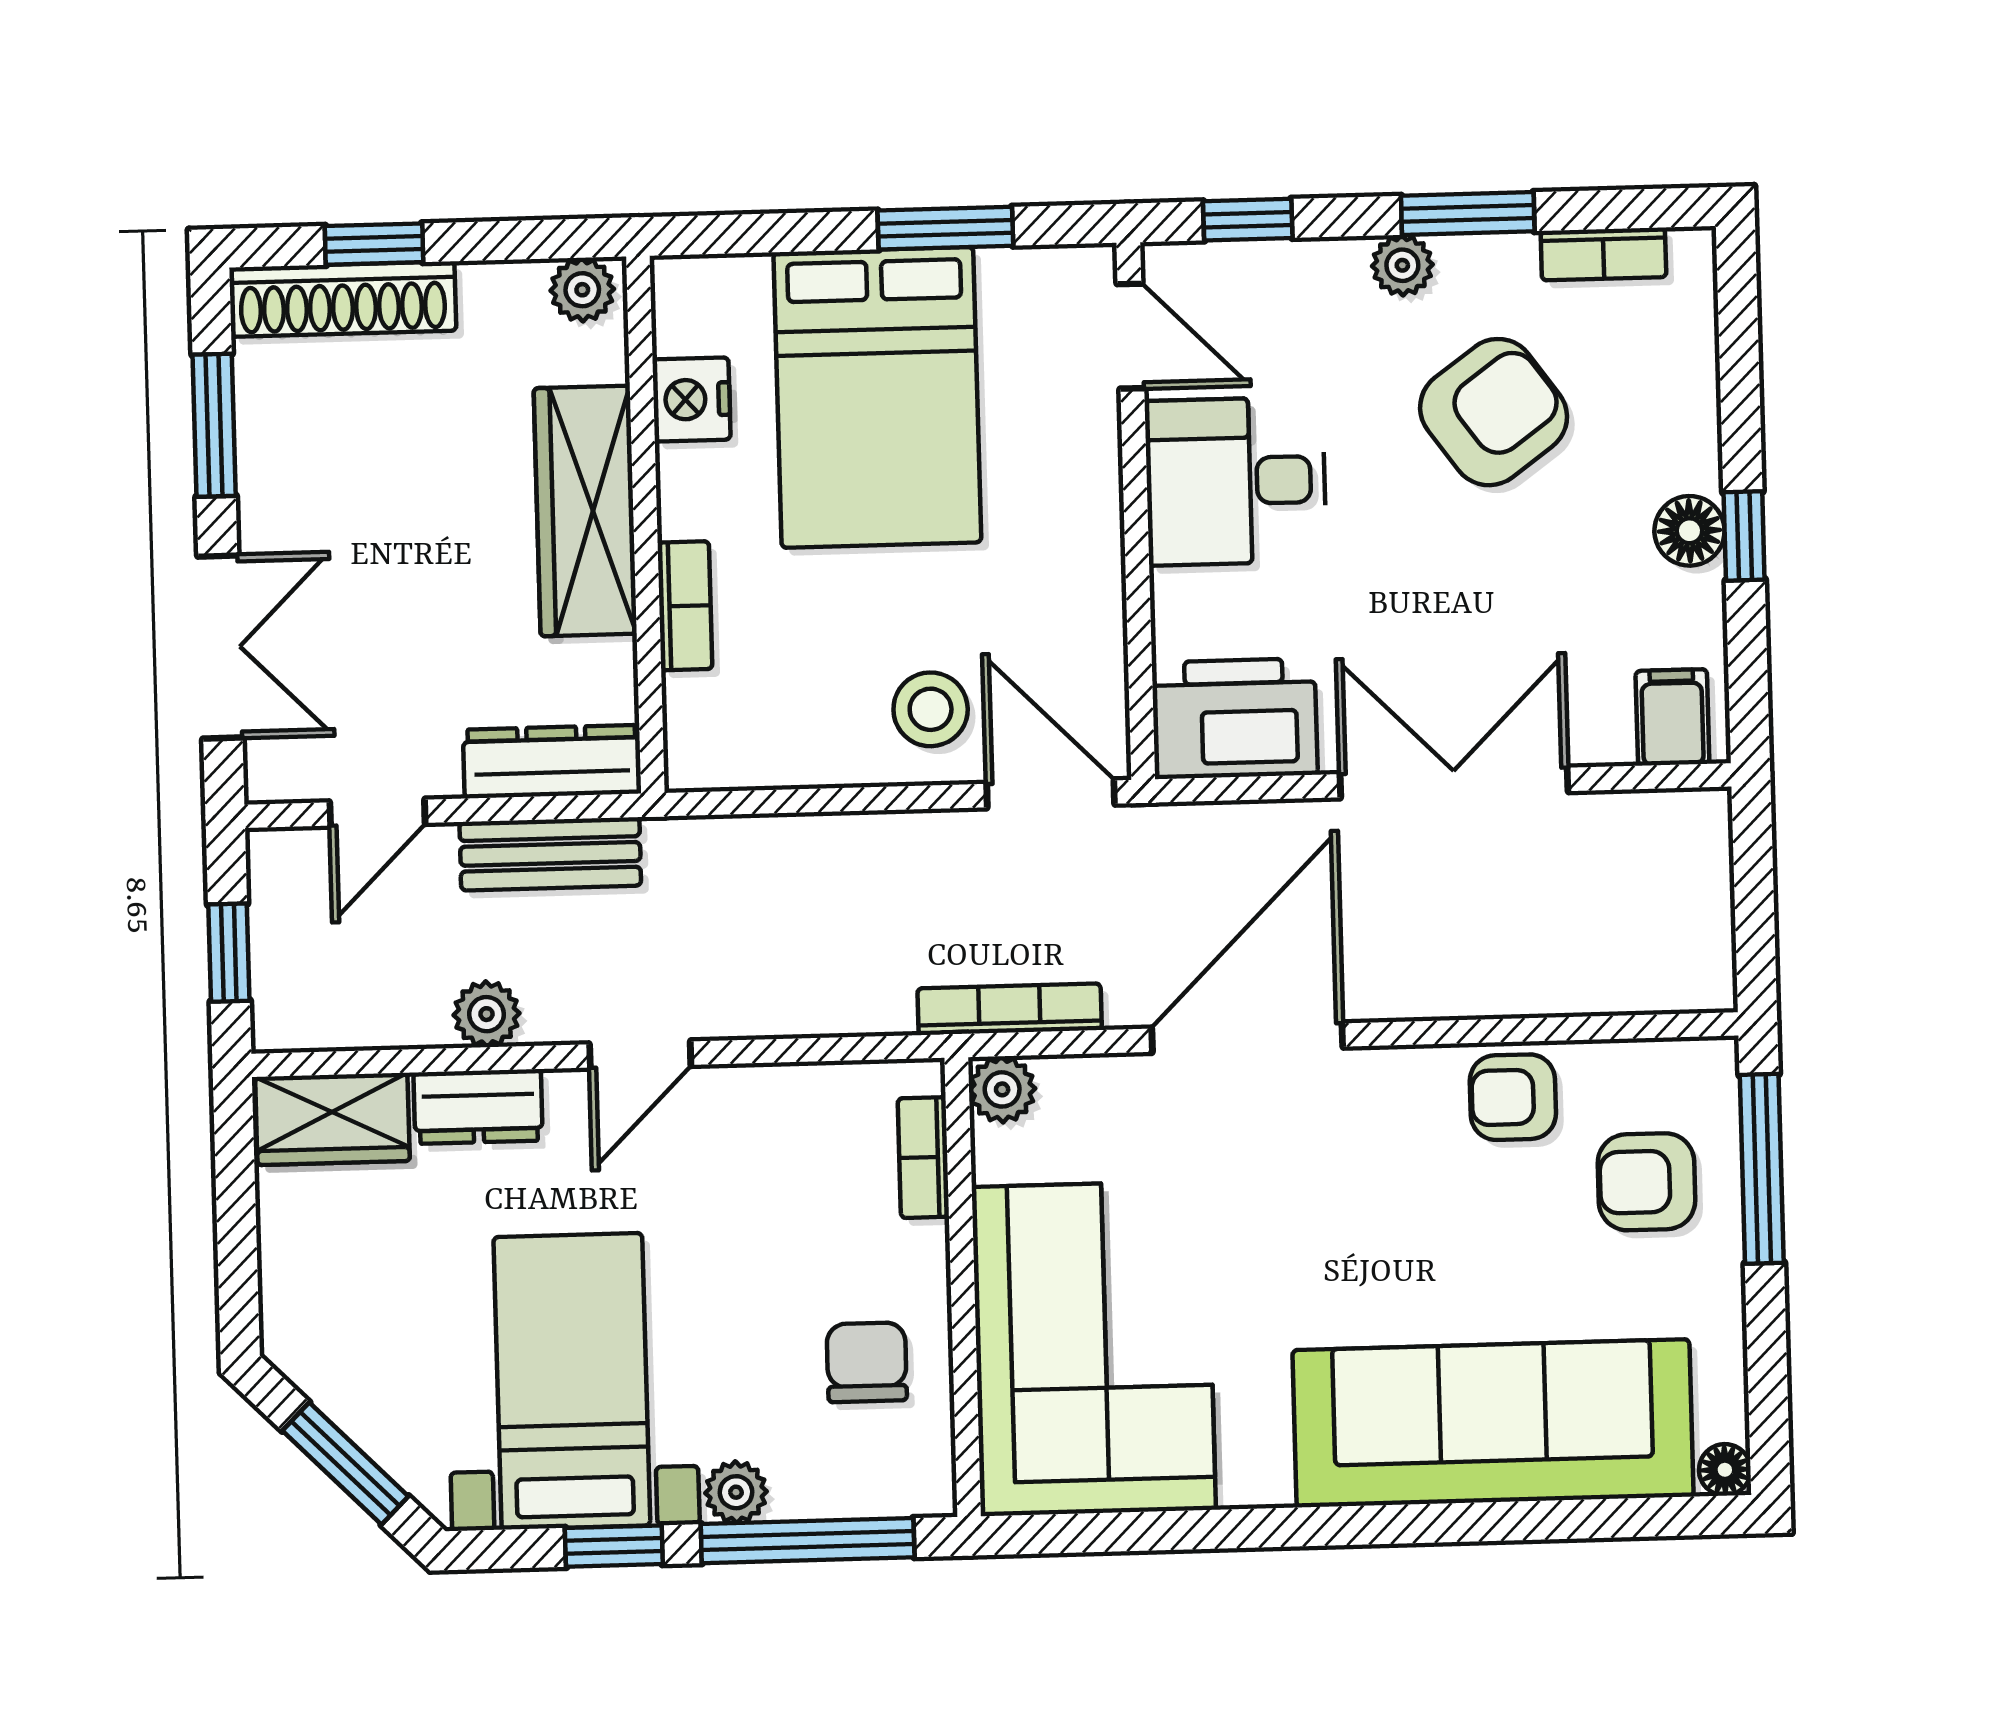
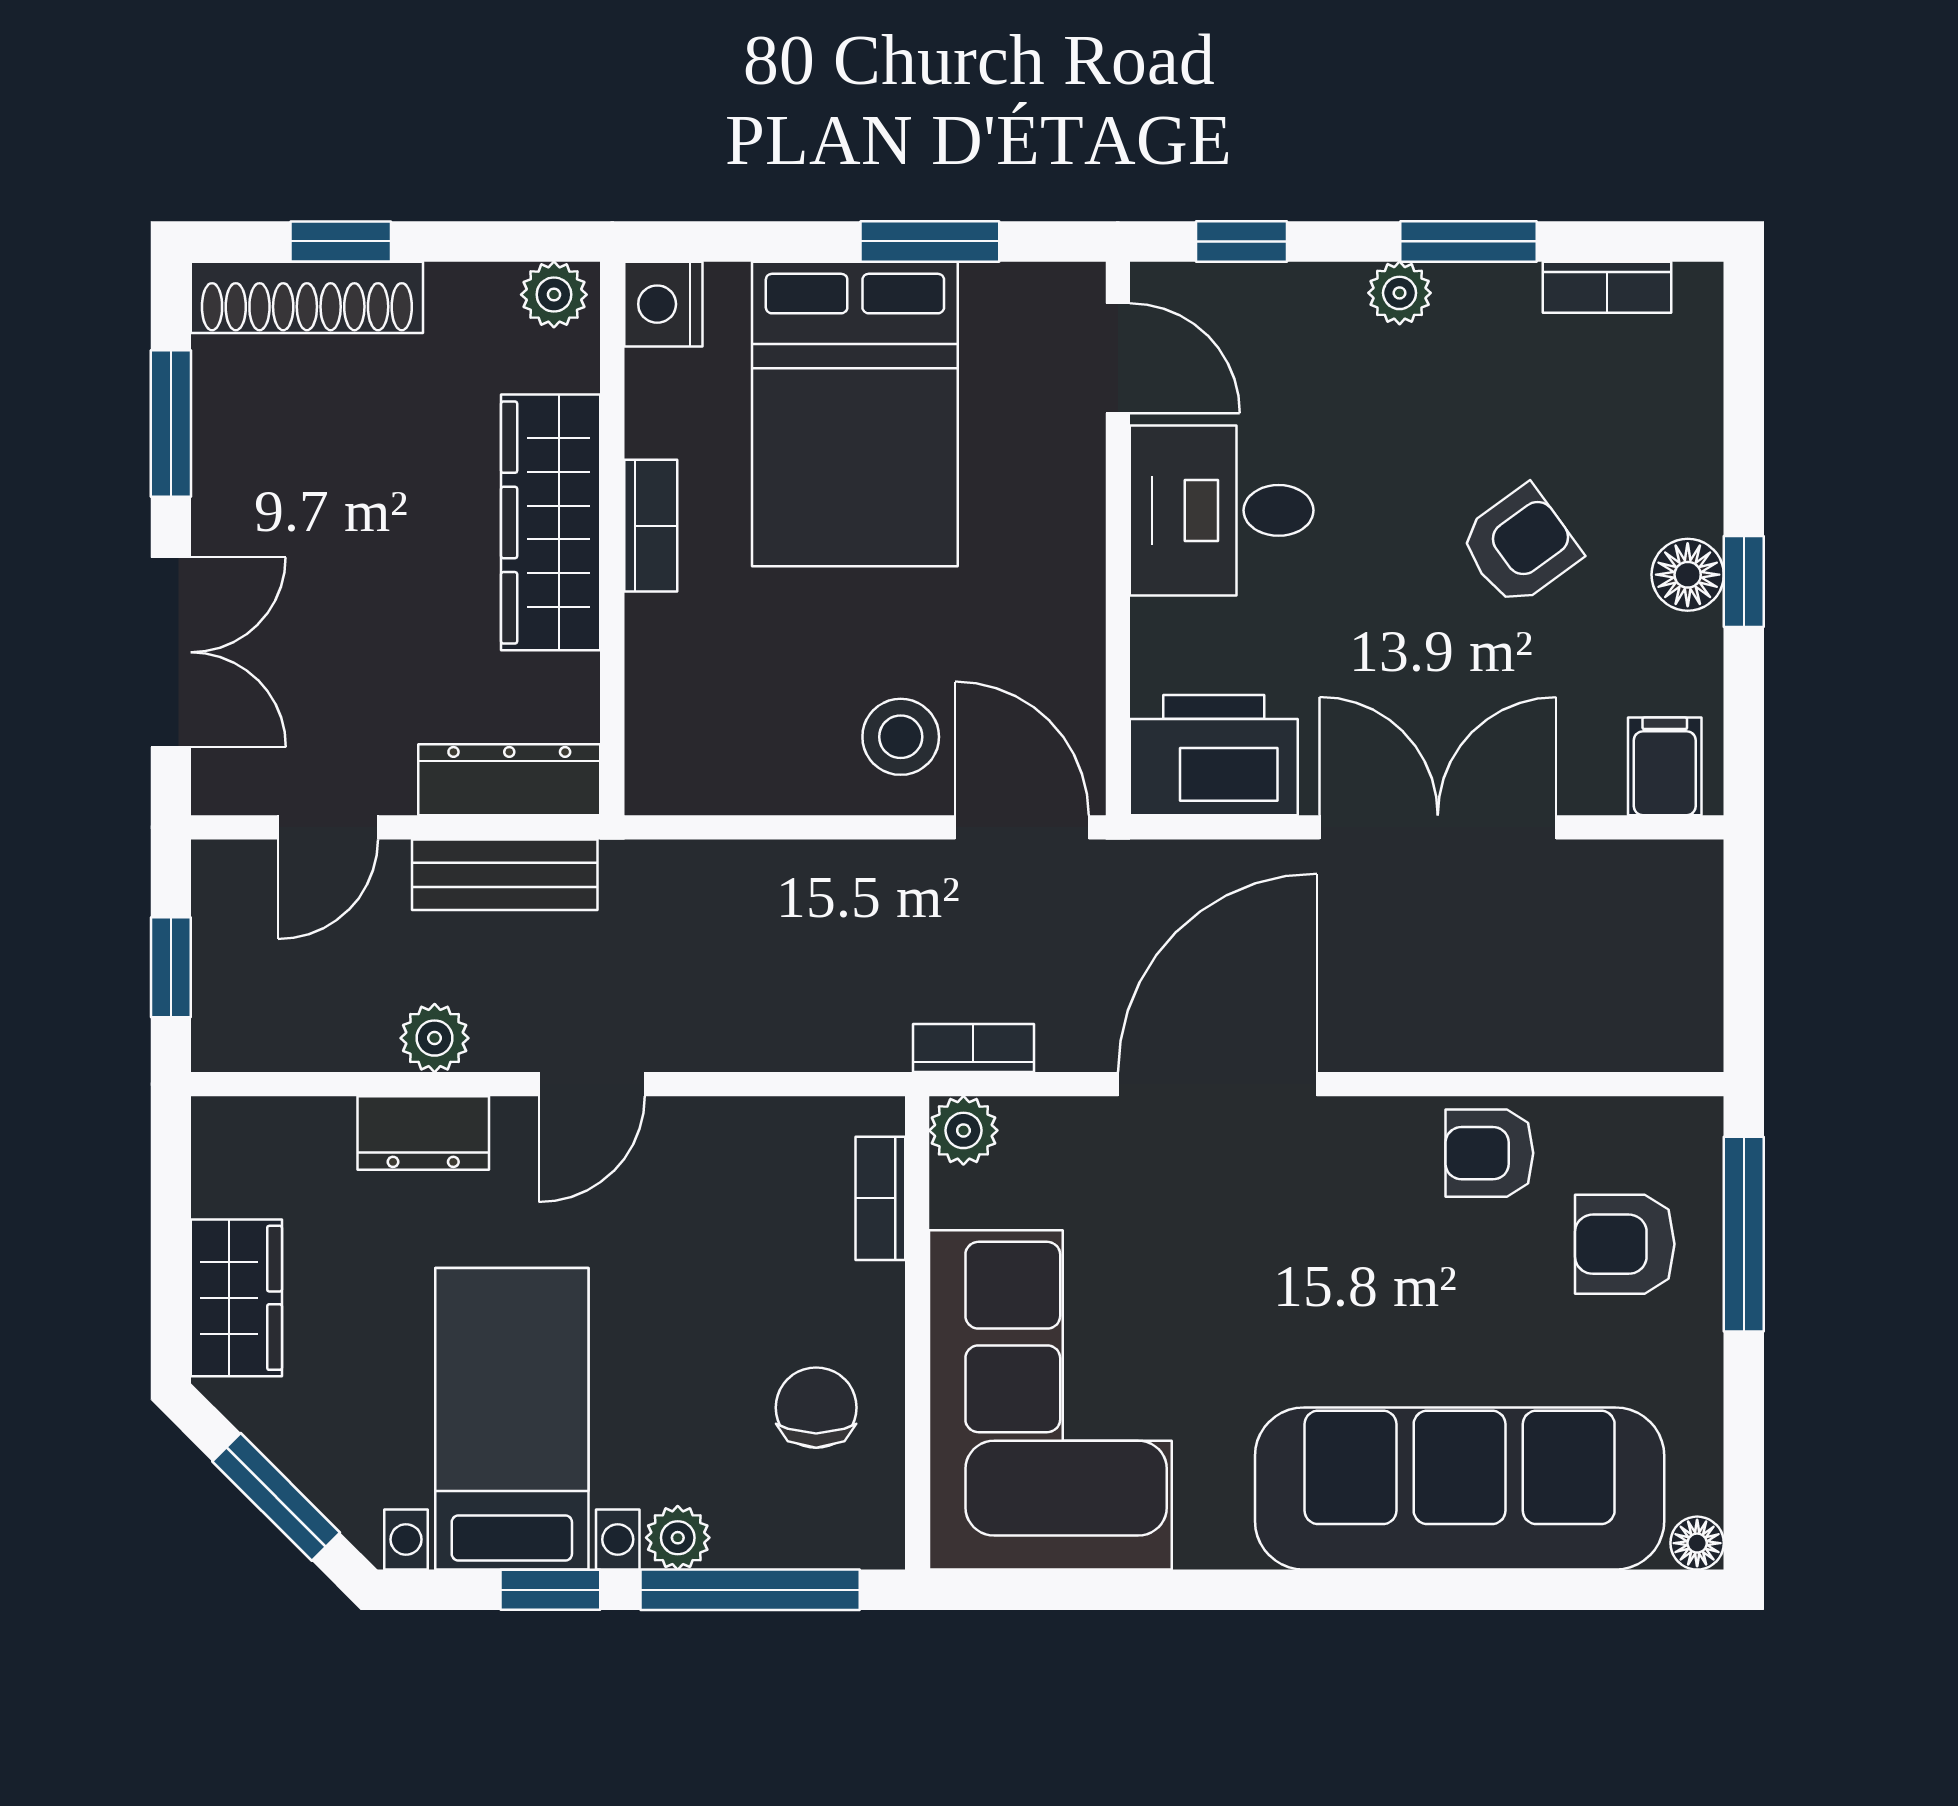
nightstand: (692, 399) -> (663, 304), moved
armchair: (1494, 412) -> (1520, 546), moved, width x0.72, depth x0.72
bookcase: (685, 606) -> (651, 526), moved
bookcase: (1010, 1009) -> (973, 1048), width x0.64
wardrobe: (332, 1119) -> (236, 1298), moved, turned -90

